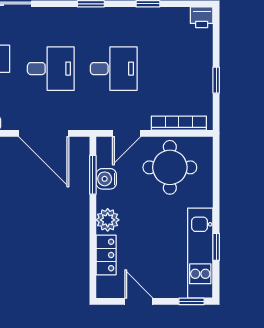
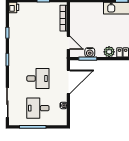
desk: (51, 69) -> (38, 78), turned 90
desk: (114, 69) -> (38, 49), removed
round table: (170, 167) -> (84, 22), removed

